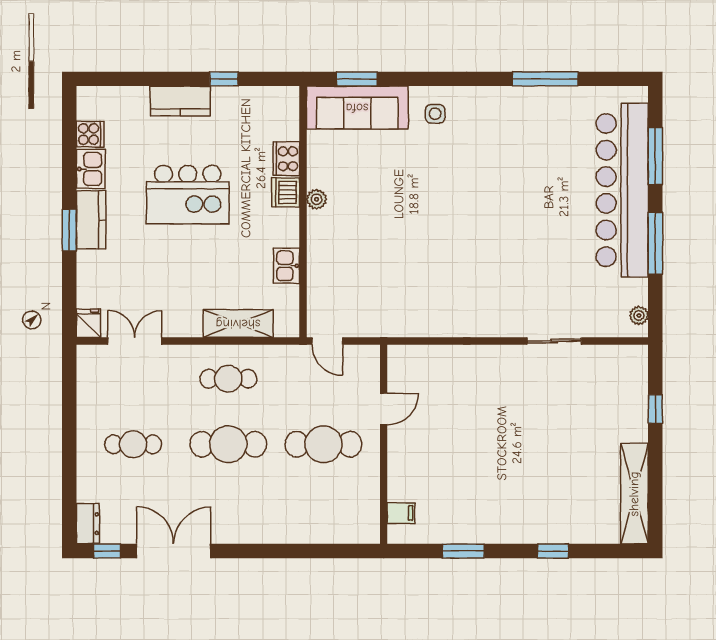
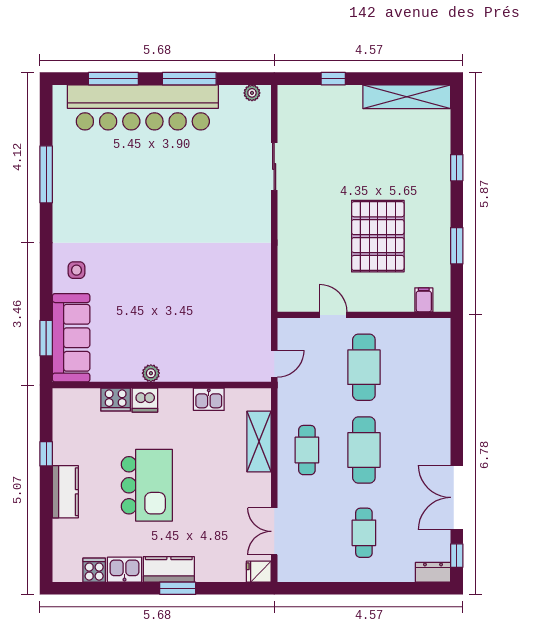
pallet: (474, 460) -> (378, 236), added

